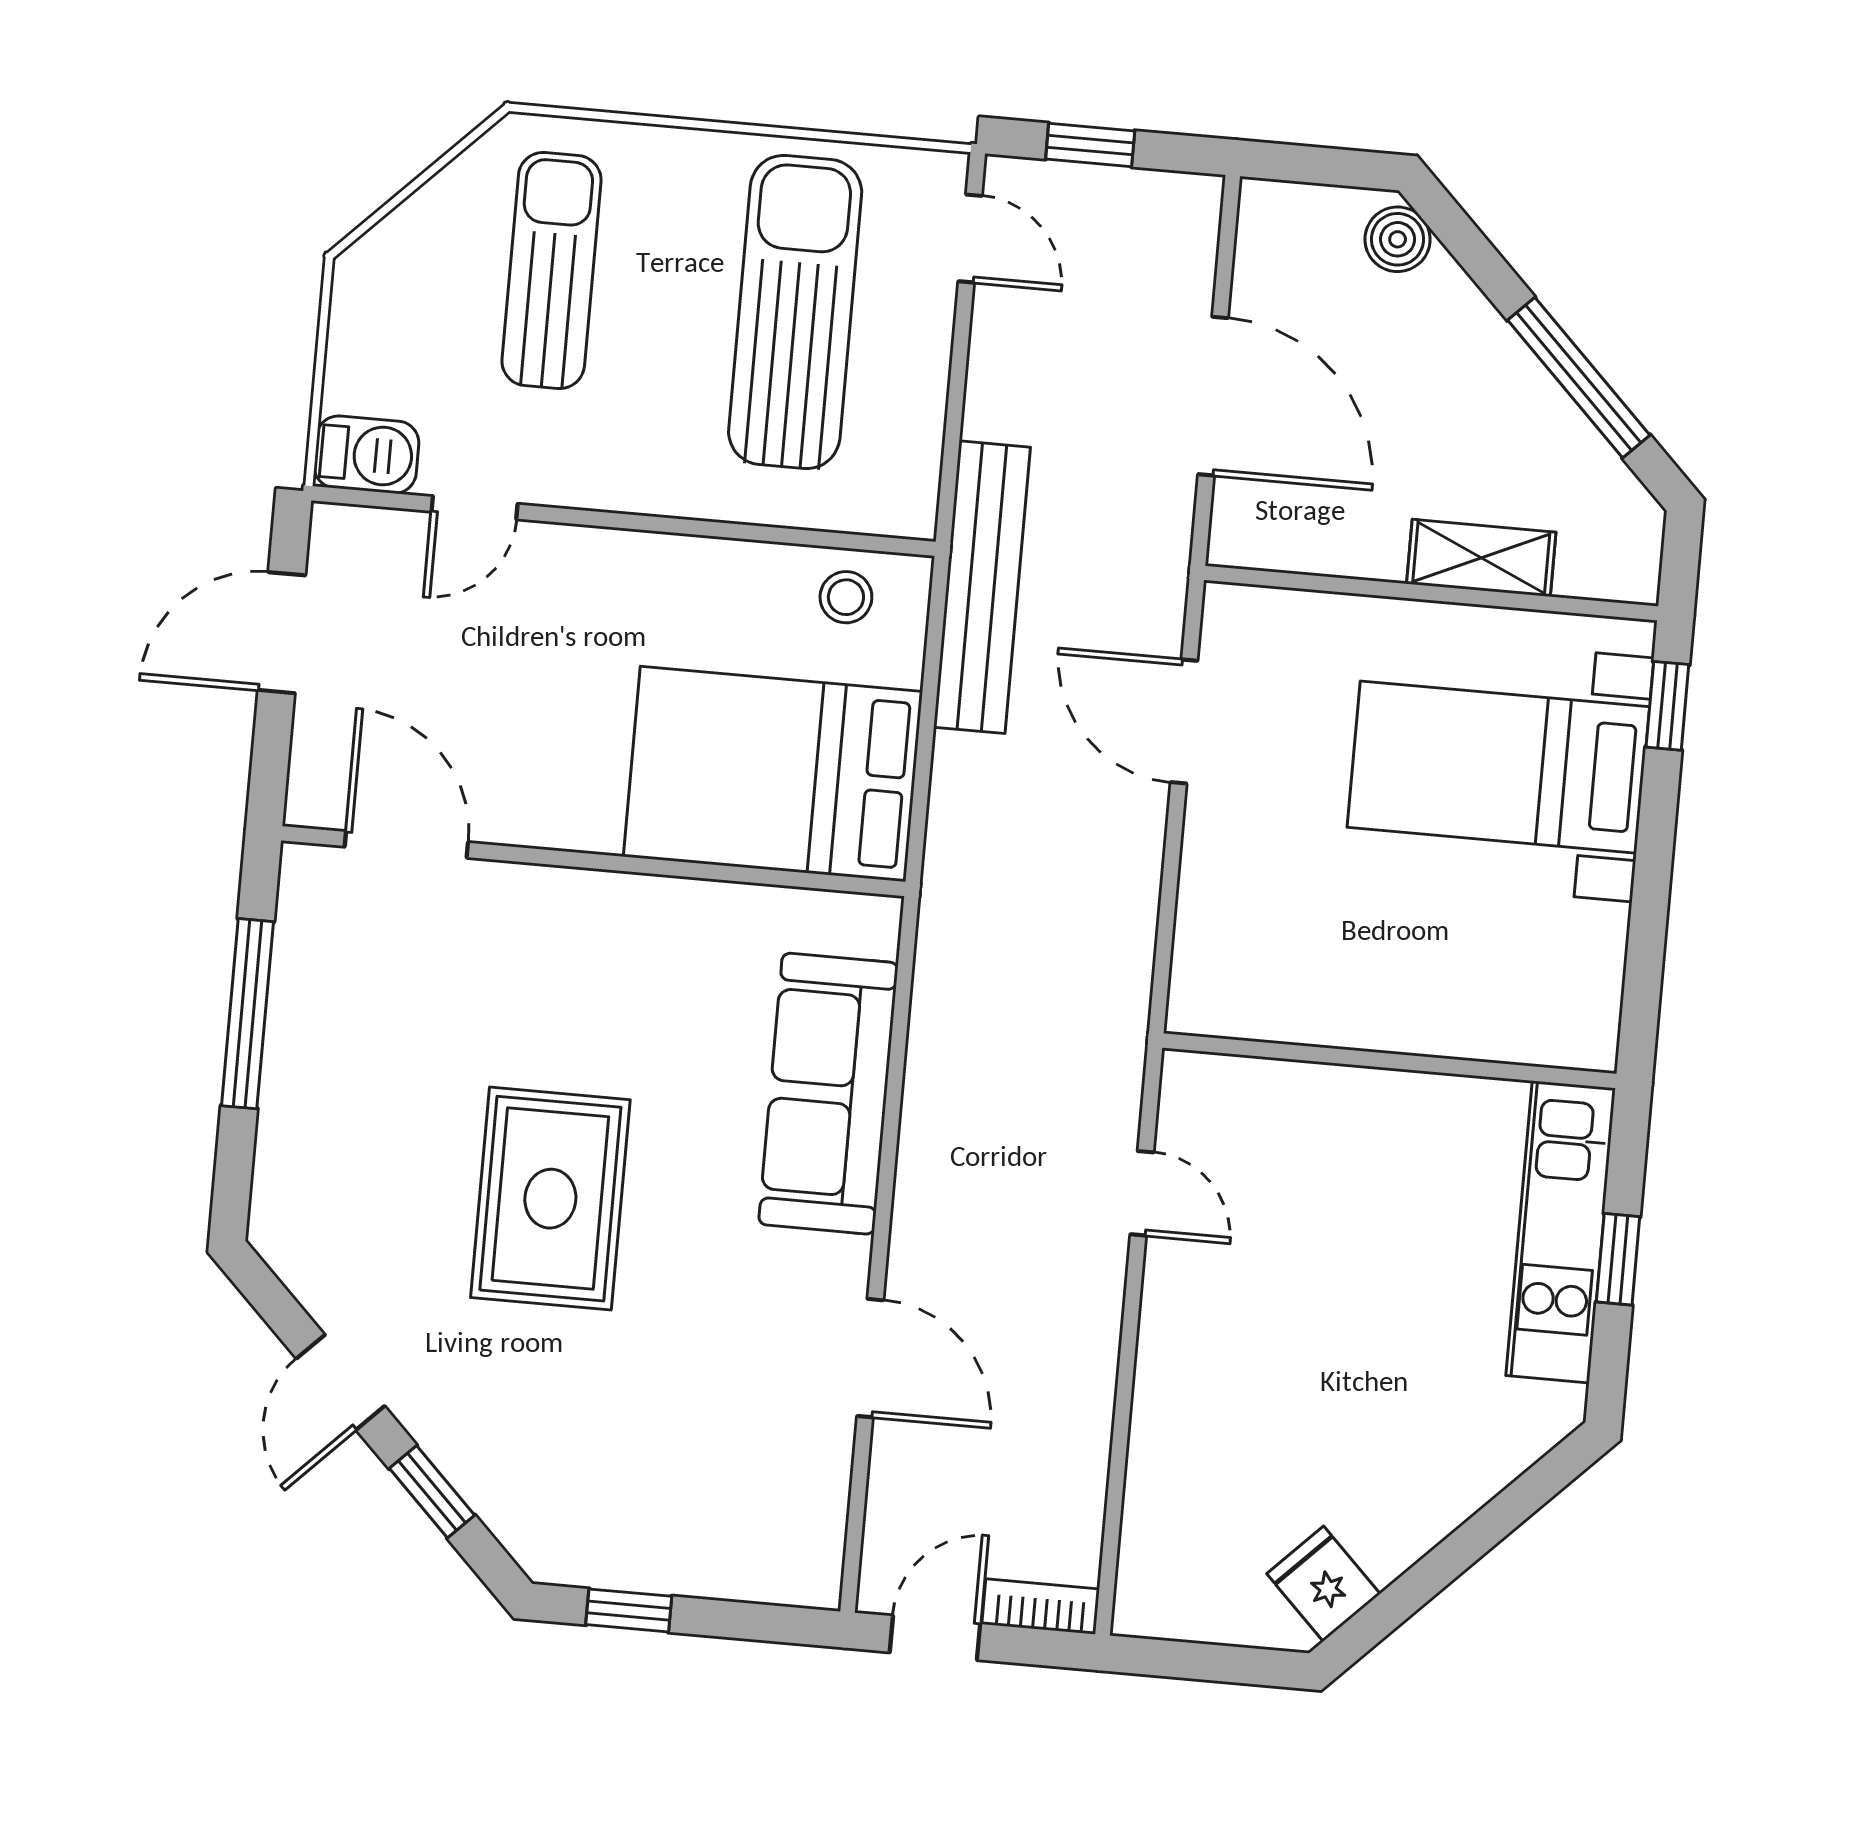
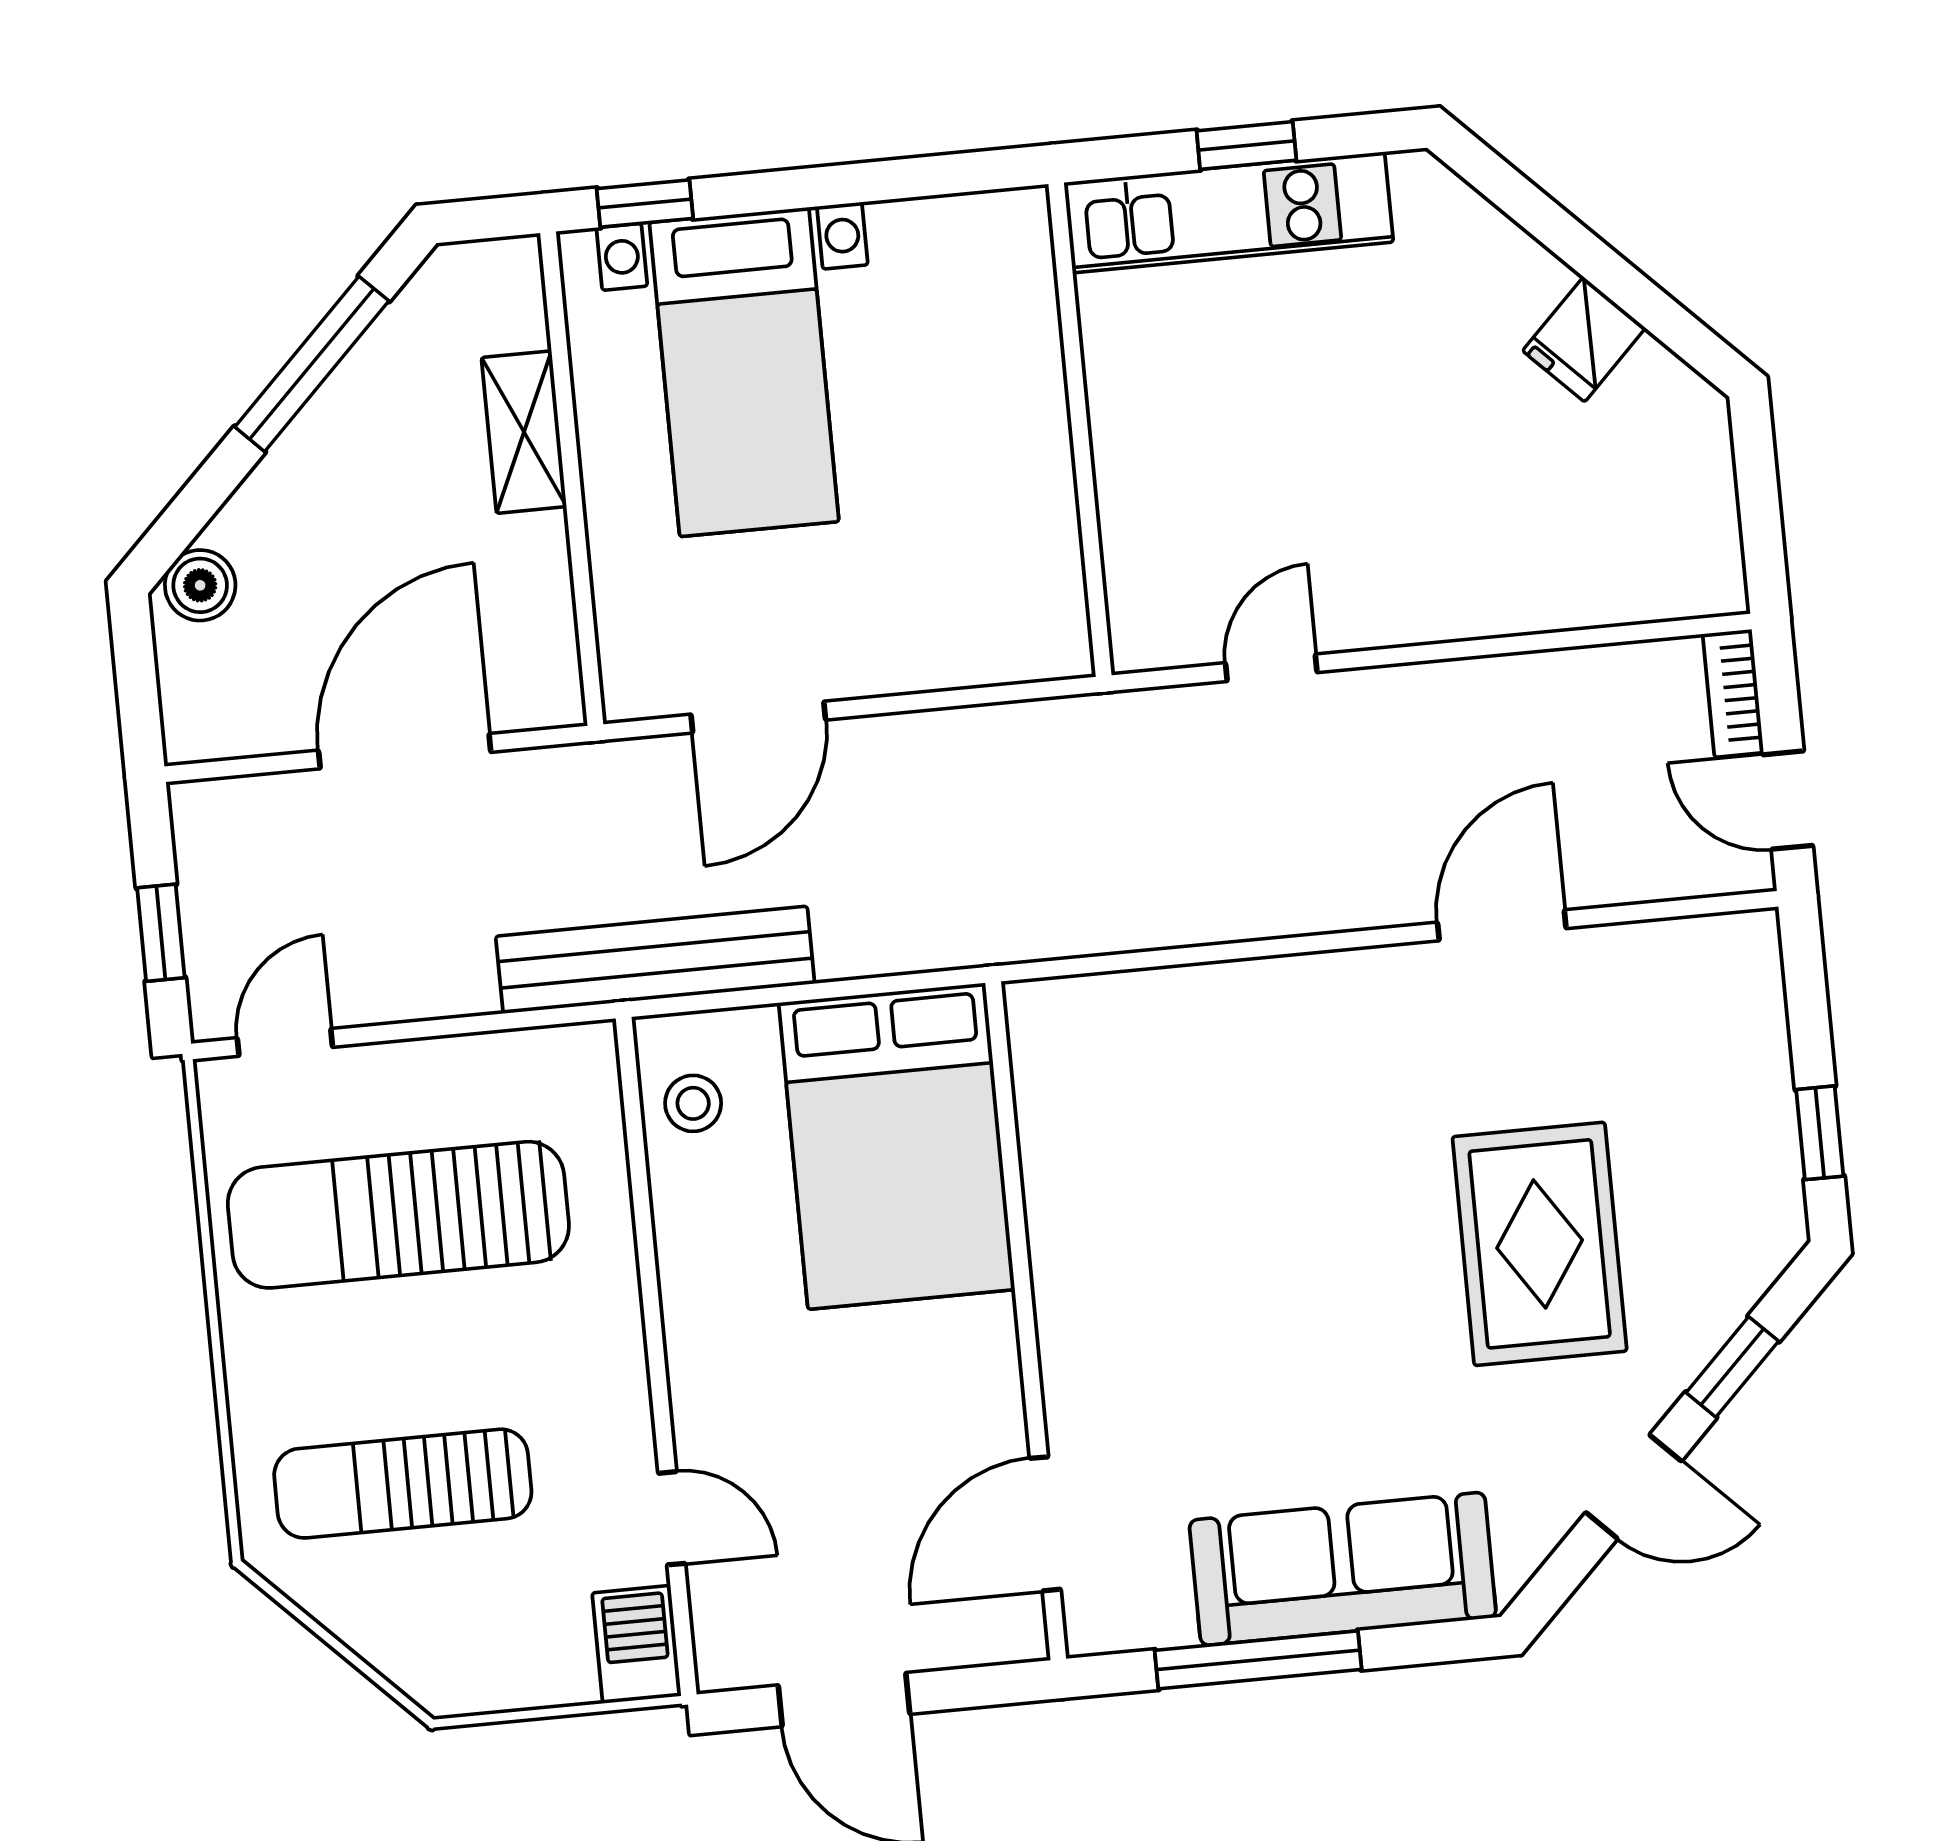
sofa: (828, 1094) -> (1343, 1569), moved, turned 180
rug: (550, 1199) -> (1540, 1244), moved, turned 90
fridge: (1323, 1584) -> (1584, 339), moved

